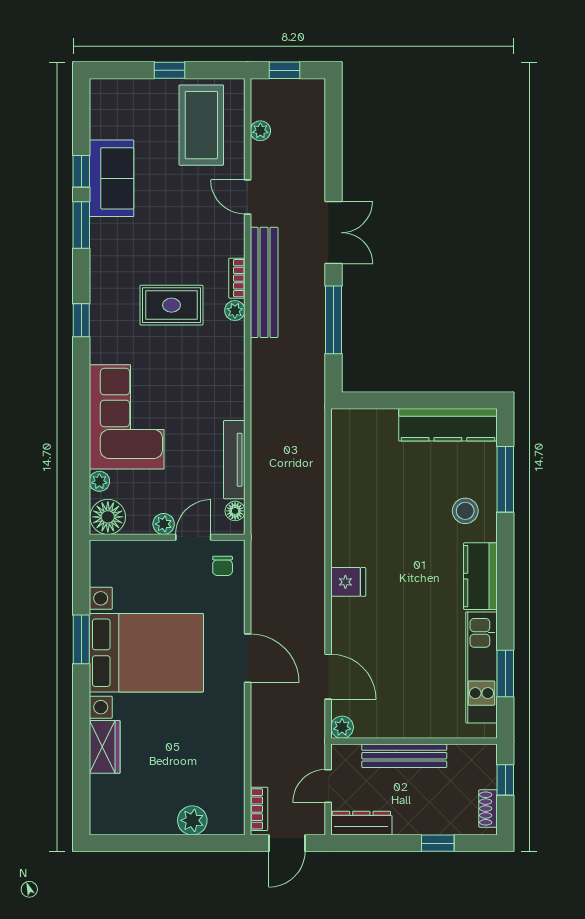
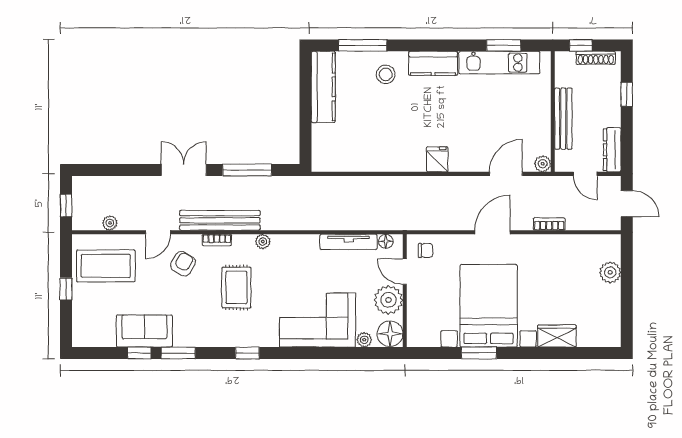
armchair: (204, 231) -> (183, 264), added
plant: (235, 311) -> (263, 242), moved
plant: (164, 524) -> (388, 300), width x1.88, depth x1.88
bookcase: (259, 809) -> (549, 224), moved
shoe rack: (488, 809) -> (596, 58), width x1.43

